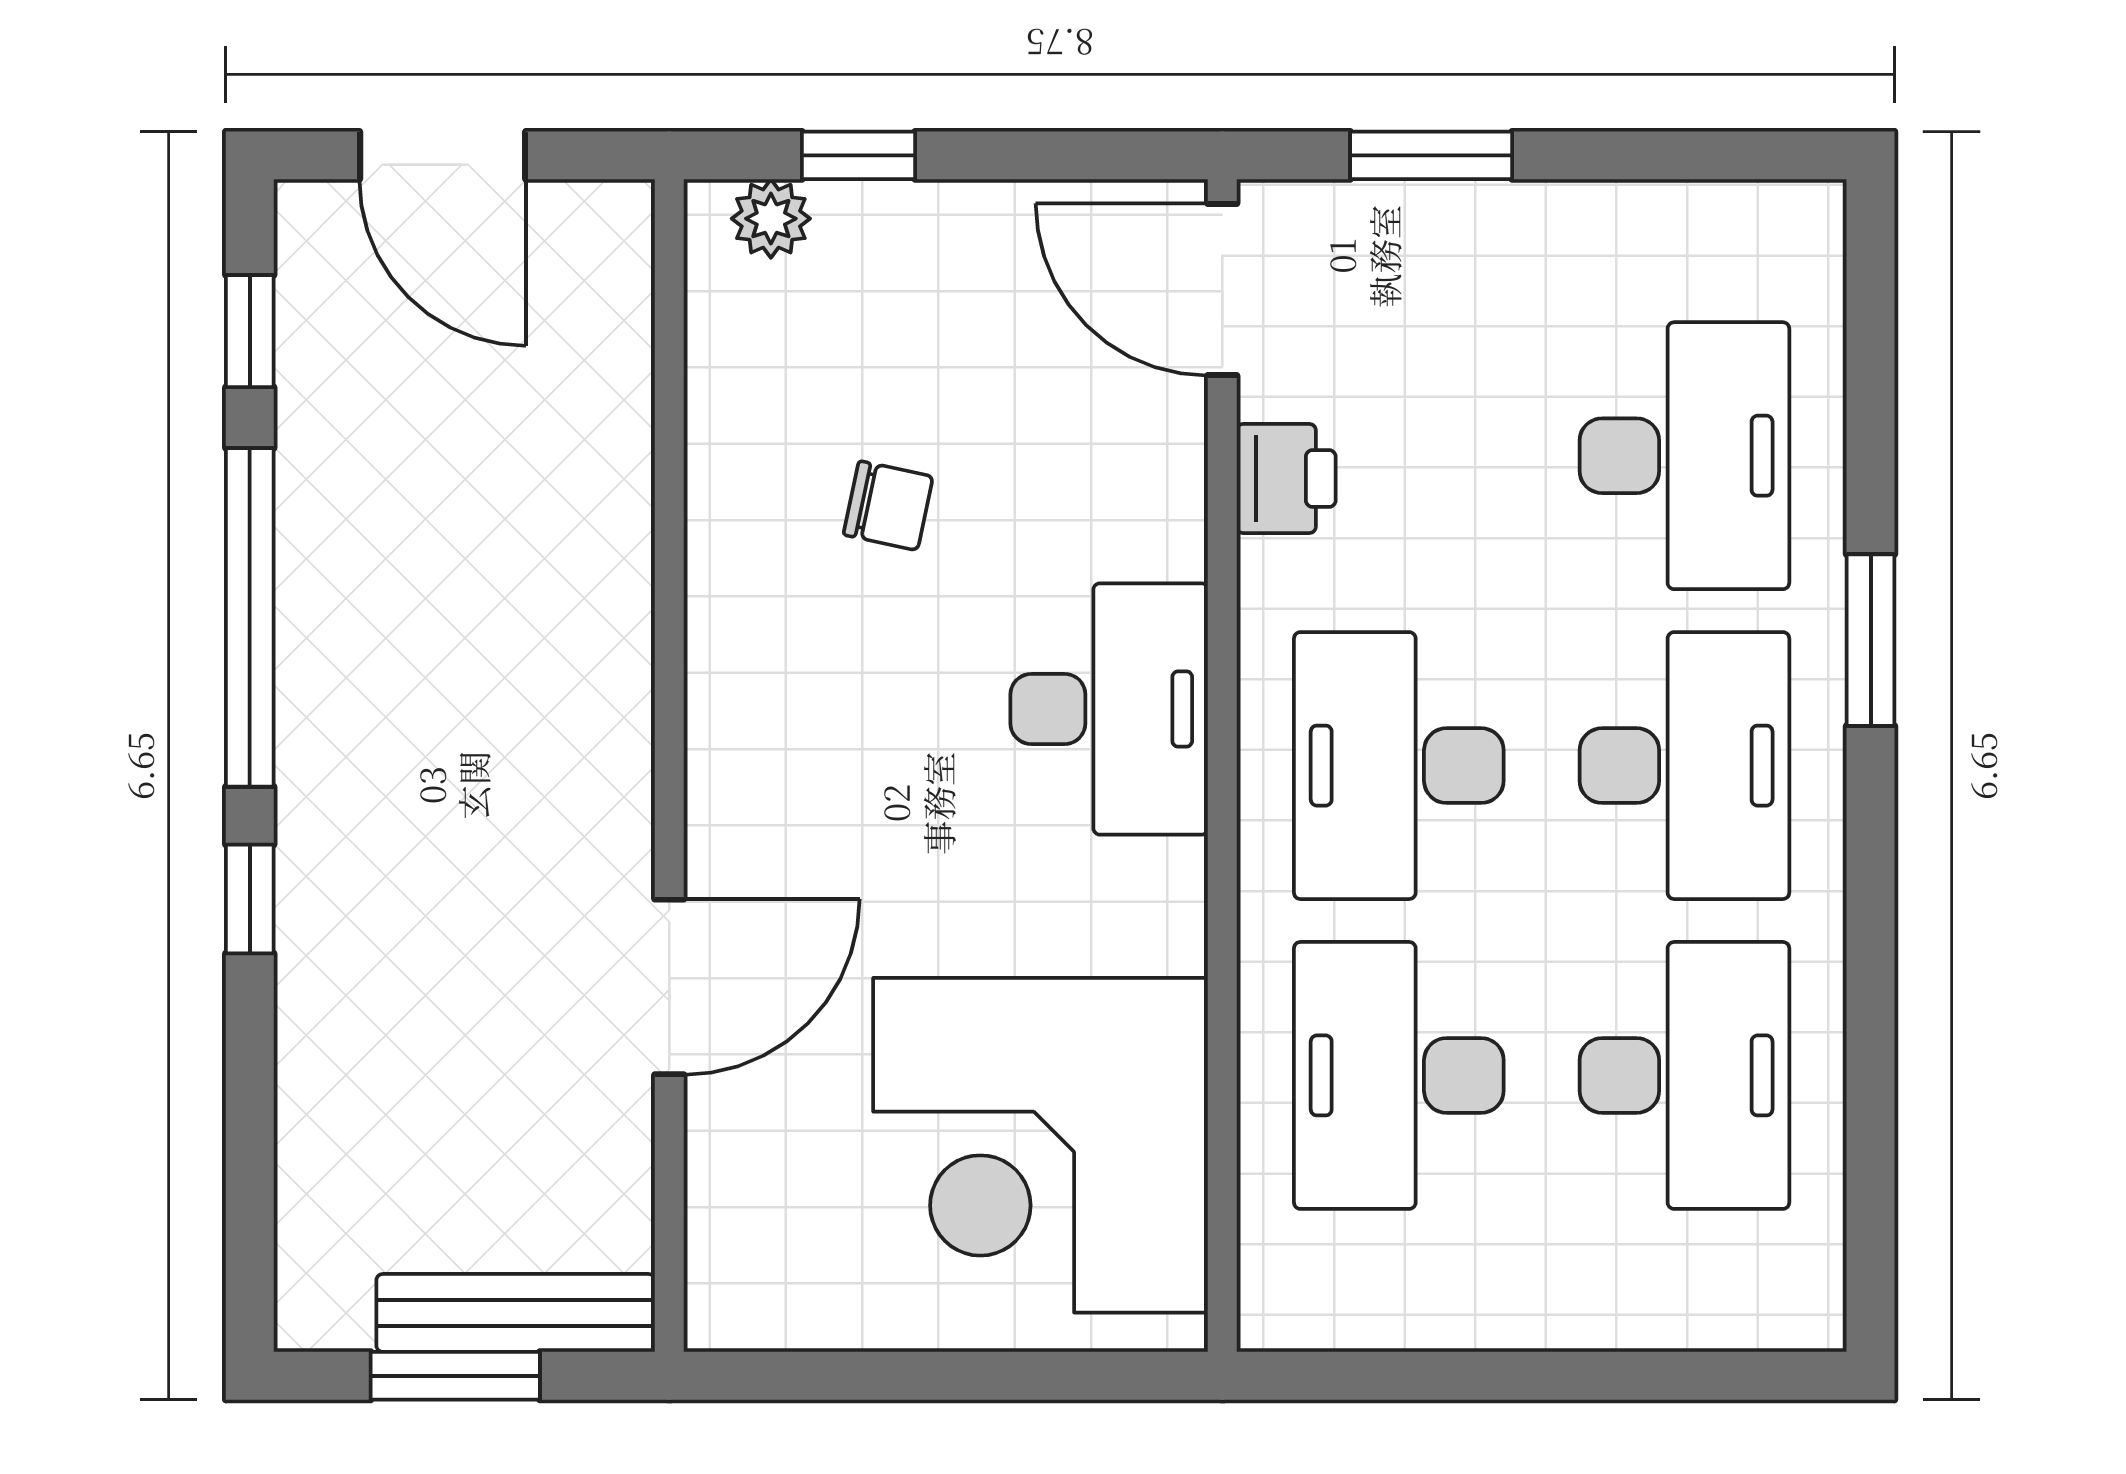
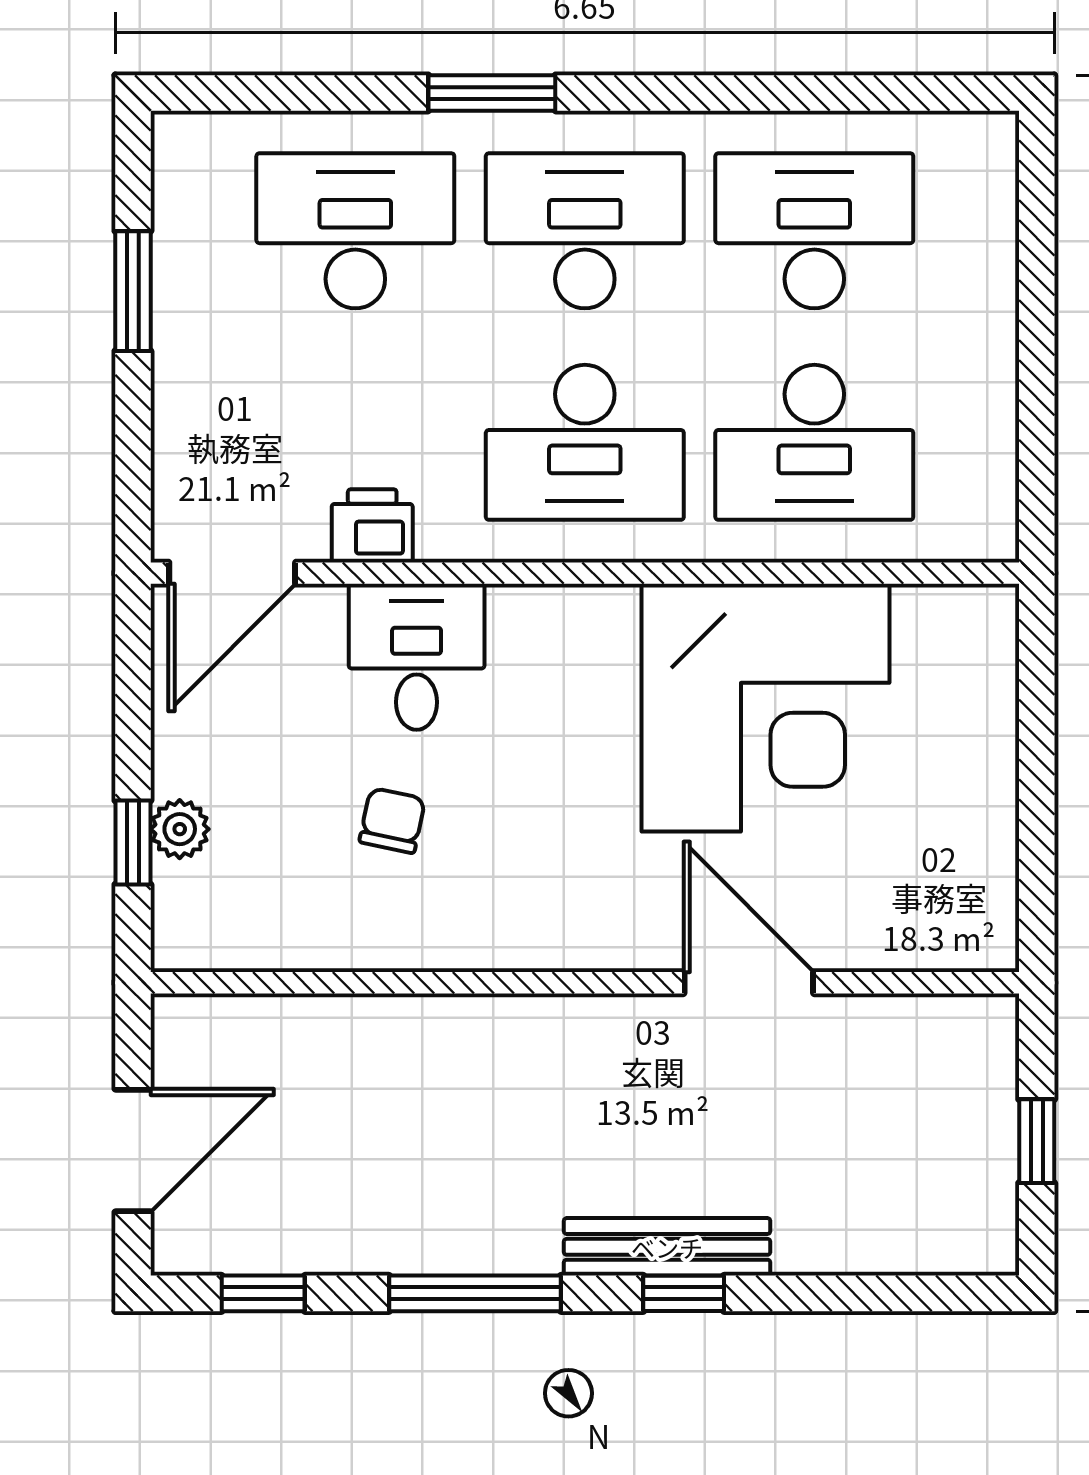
window: (1431, 155) -> (133, 291), moved
plant: (771, 219) -> (180, 829), moved
window: (250, 617) -> (475, 1293), width x0.68
desk: (1109, 709) -> (417, 657), moved, width x0.73
corner desk: (1041, 1145) -> (766, 708), moved
bench: (516, 1313) -> (667, 1247), moved, turned 90
window: (455, 1376) -> (1037, 1141), width x0.67

